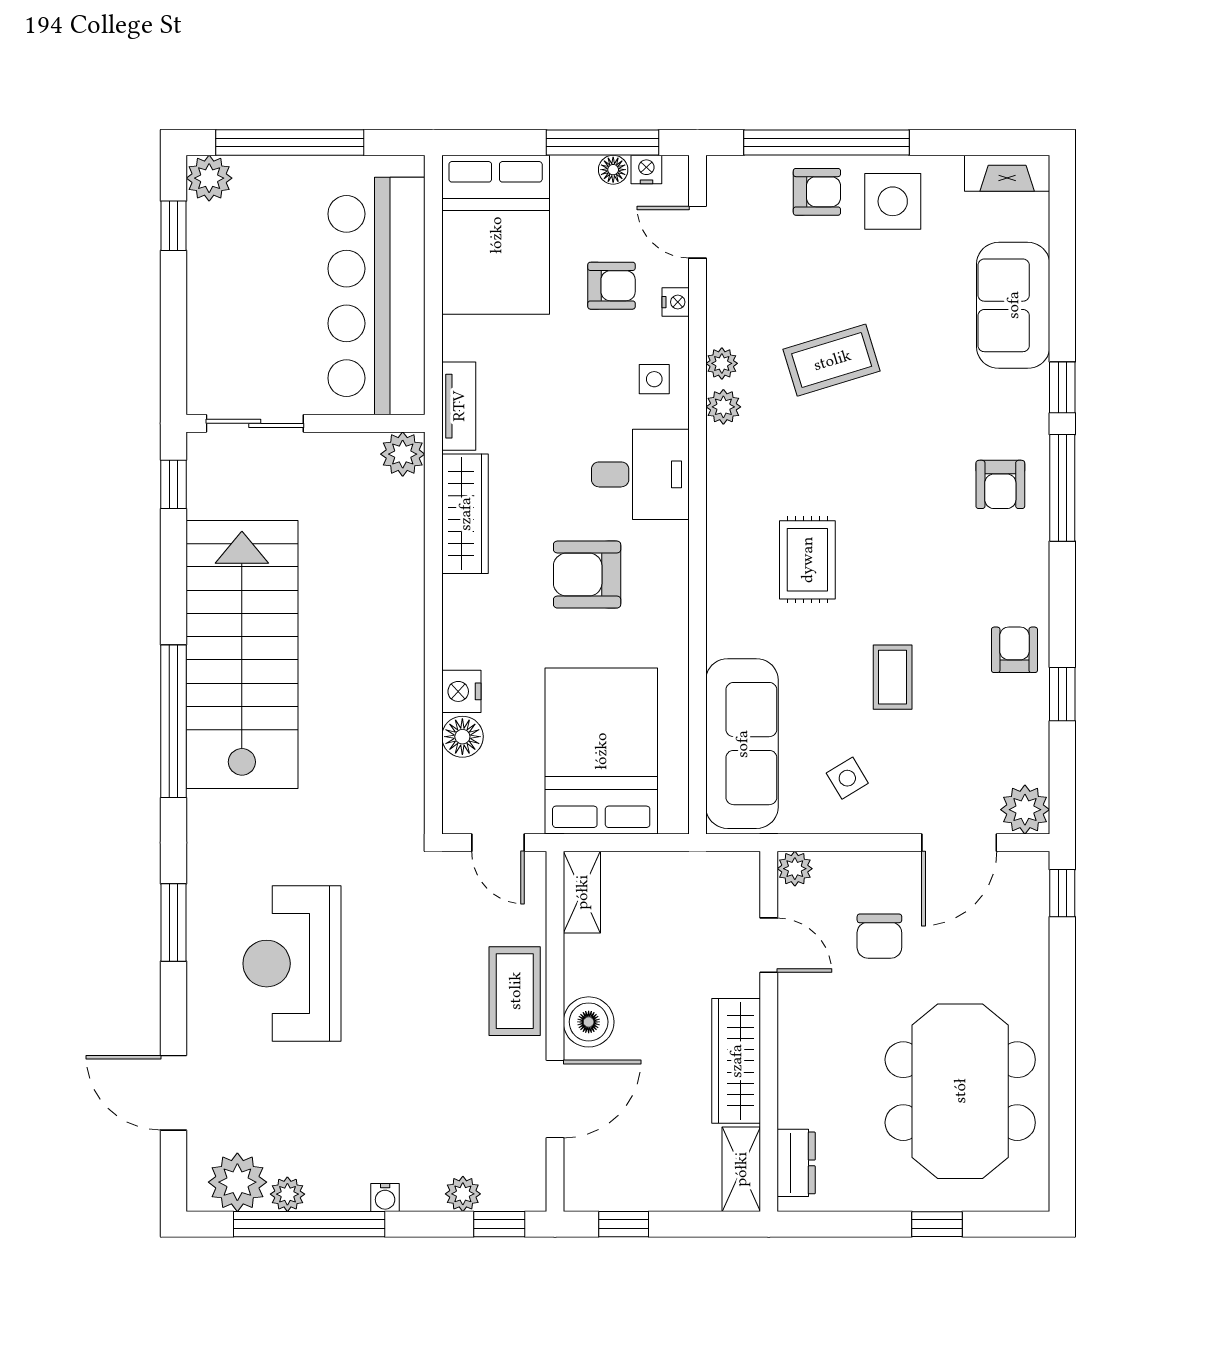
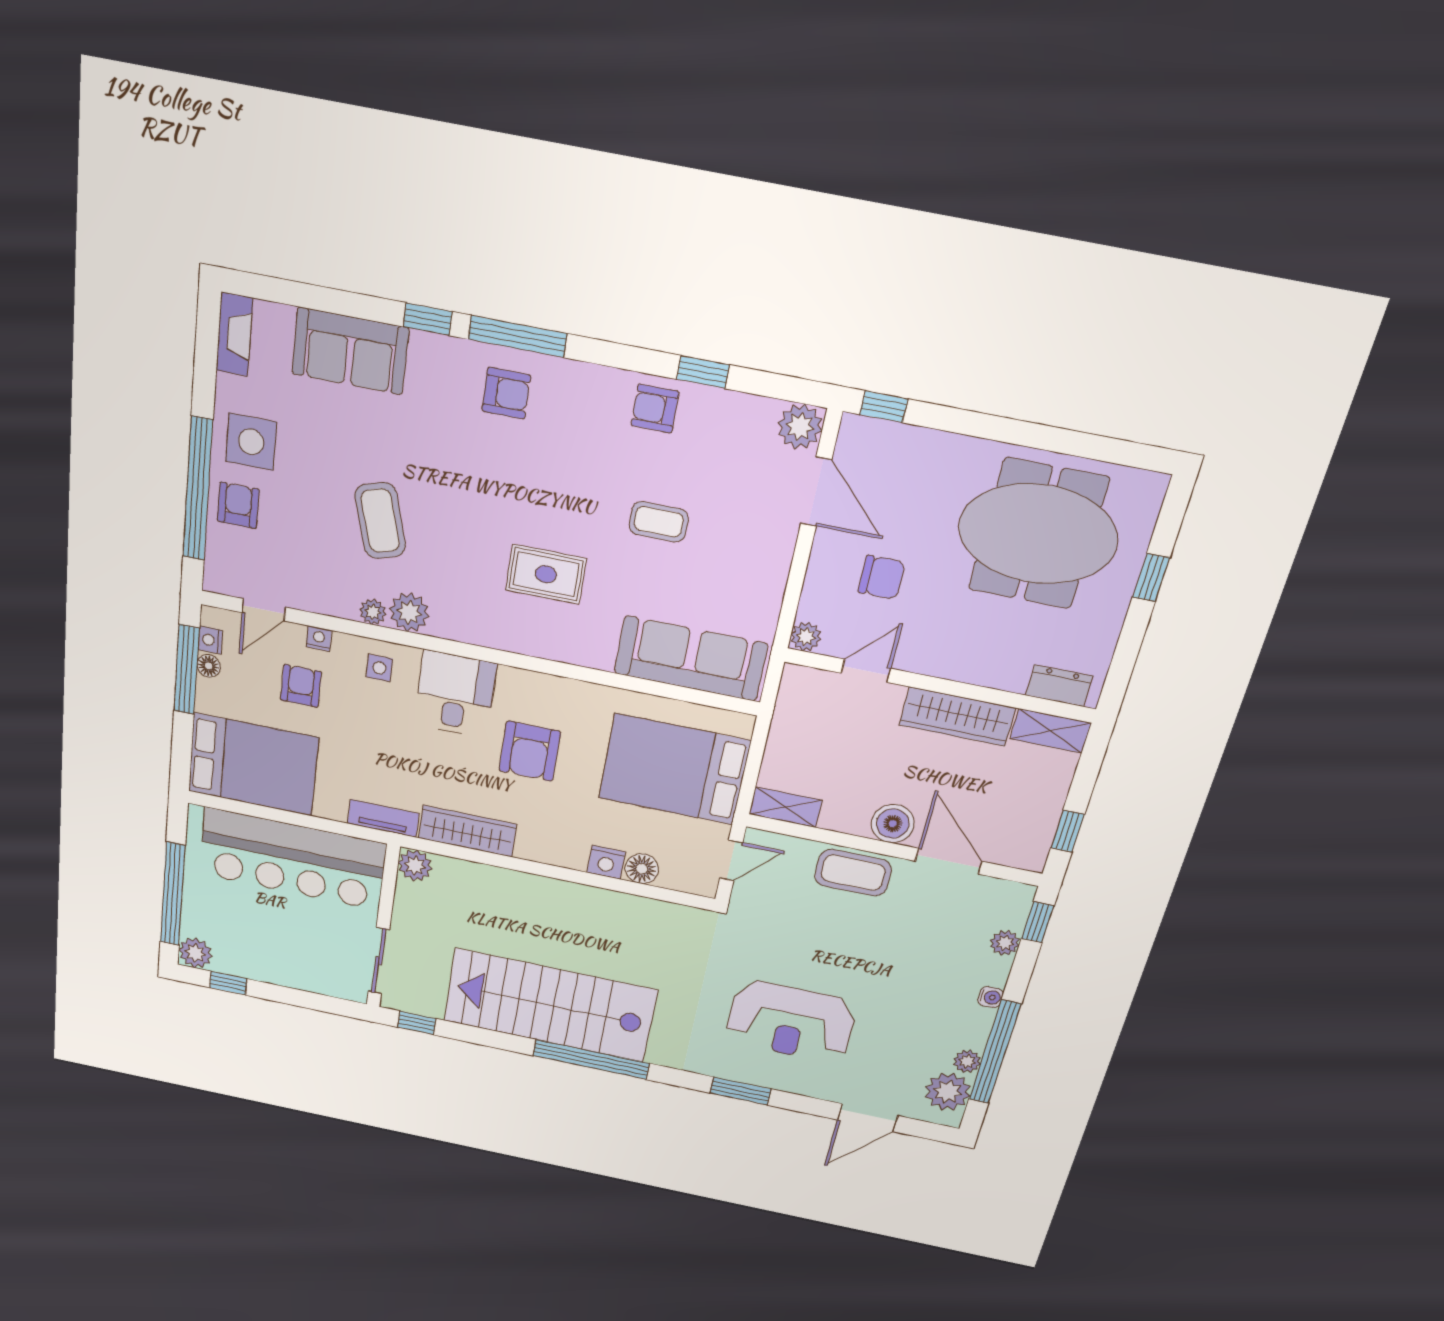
plant: (723, 407) -> (409, 612), width x1.38, depth x1.38
side table: (847, 778) -> (738, 578), removed

